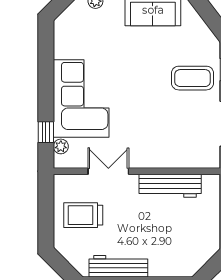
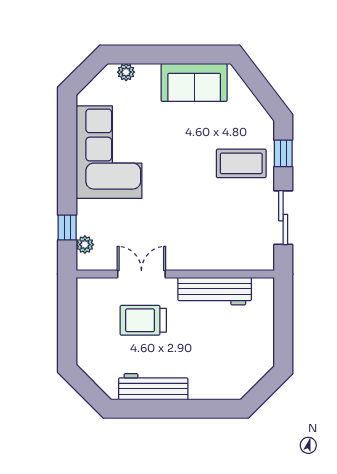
corner sofa: (81, 99) -> (109, 152), moved
trolley: (83, 215) -> (143, 320), moved

